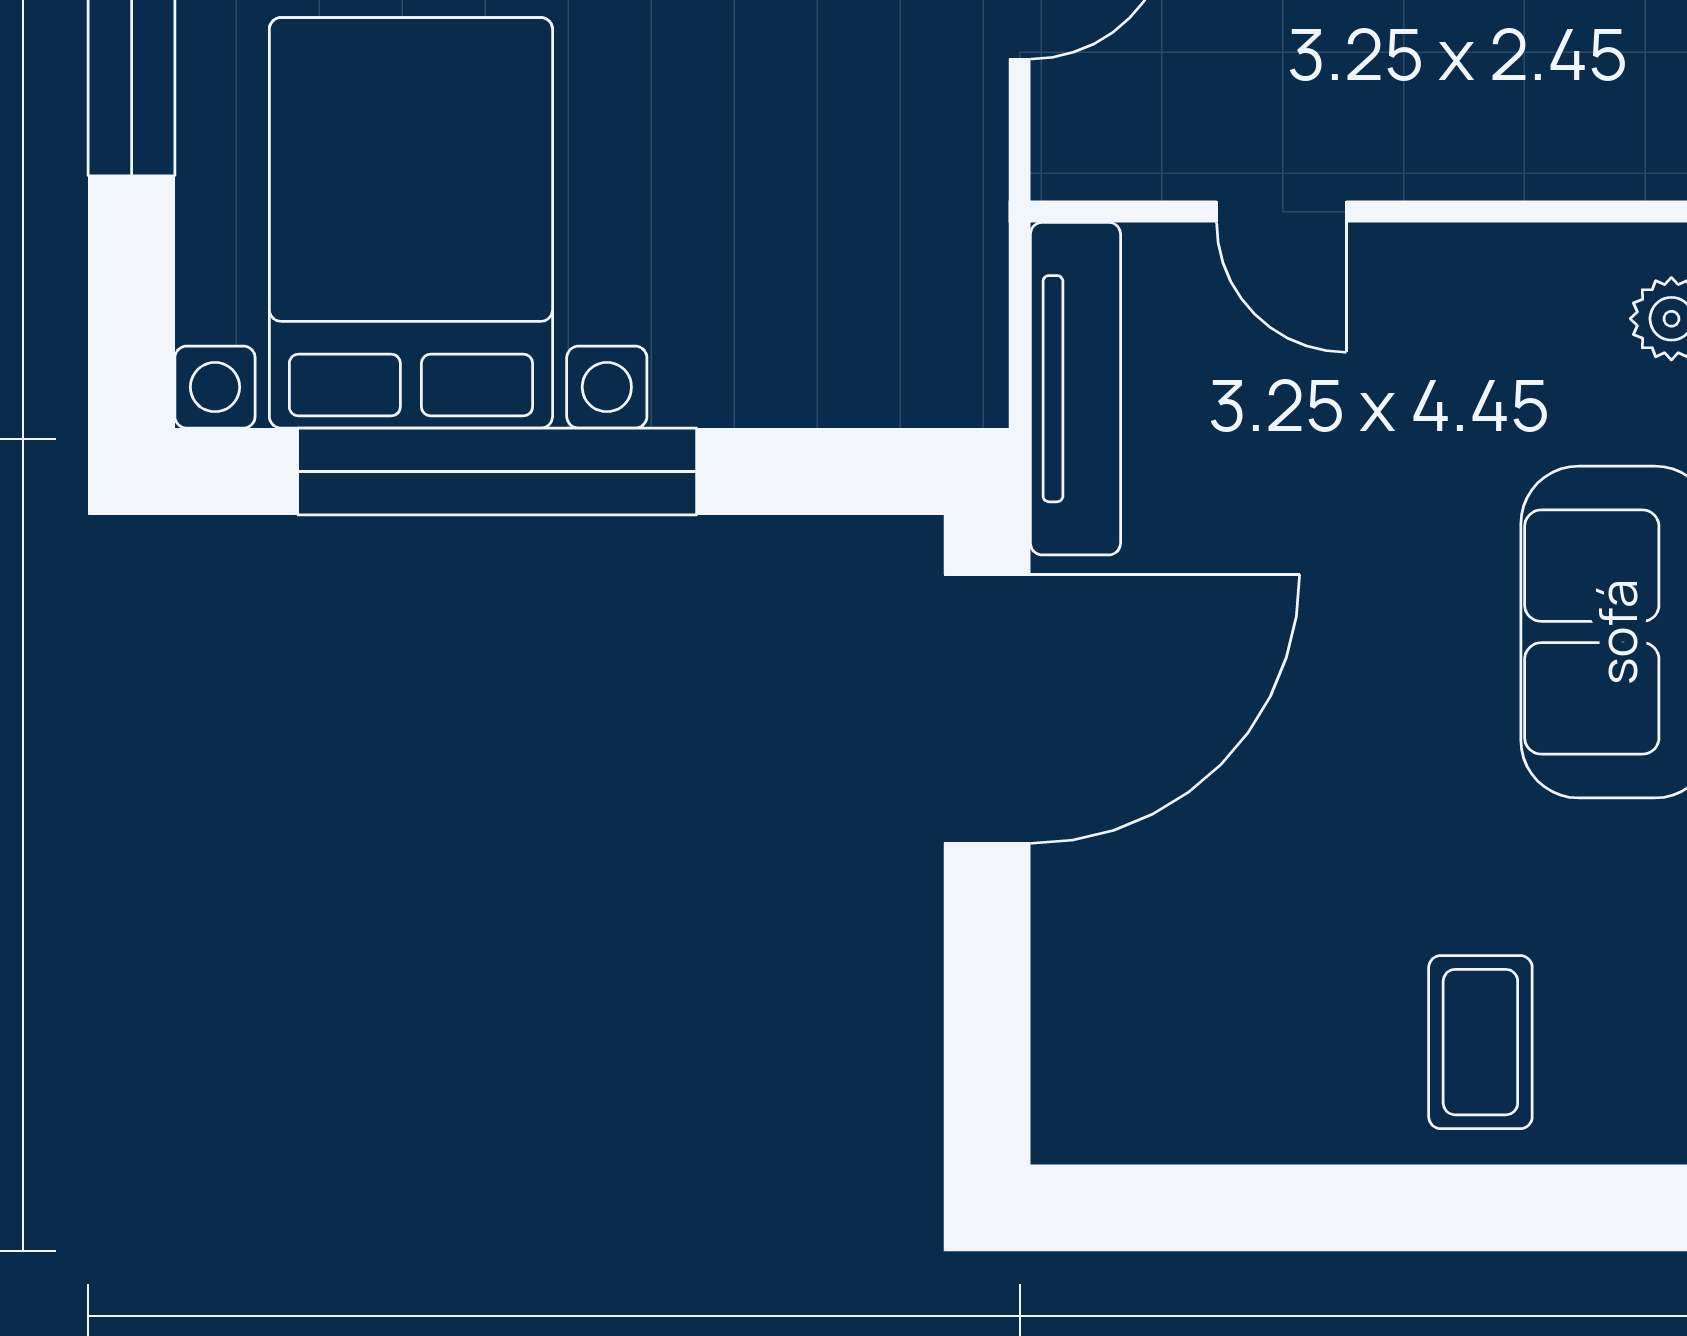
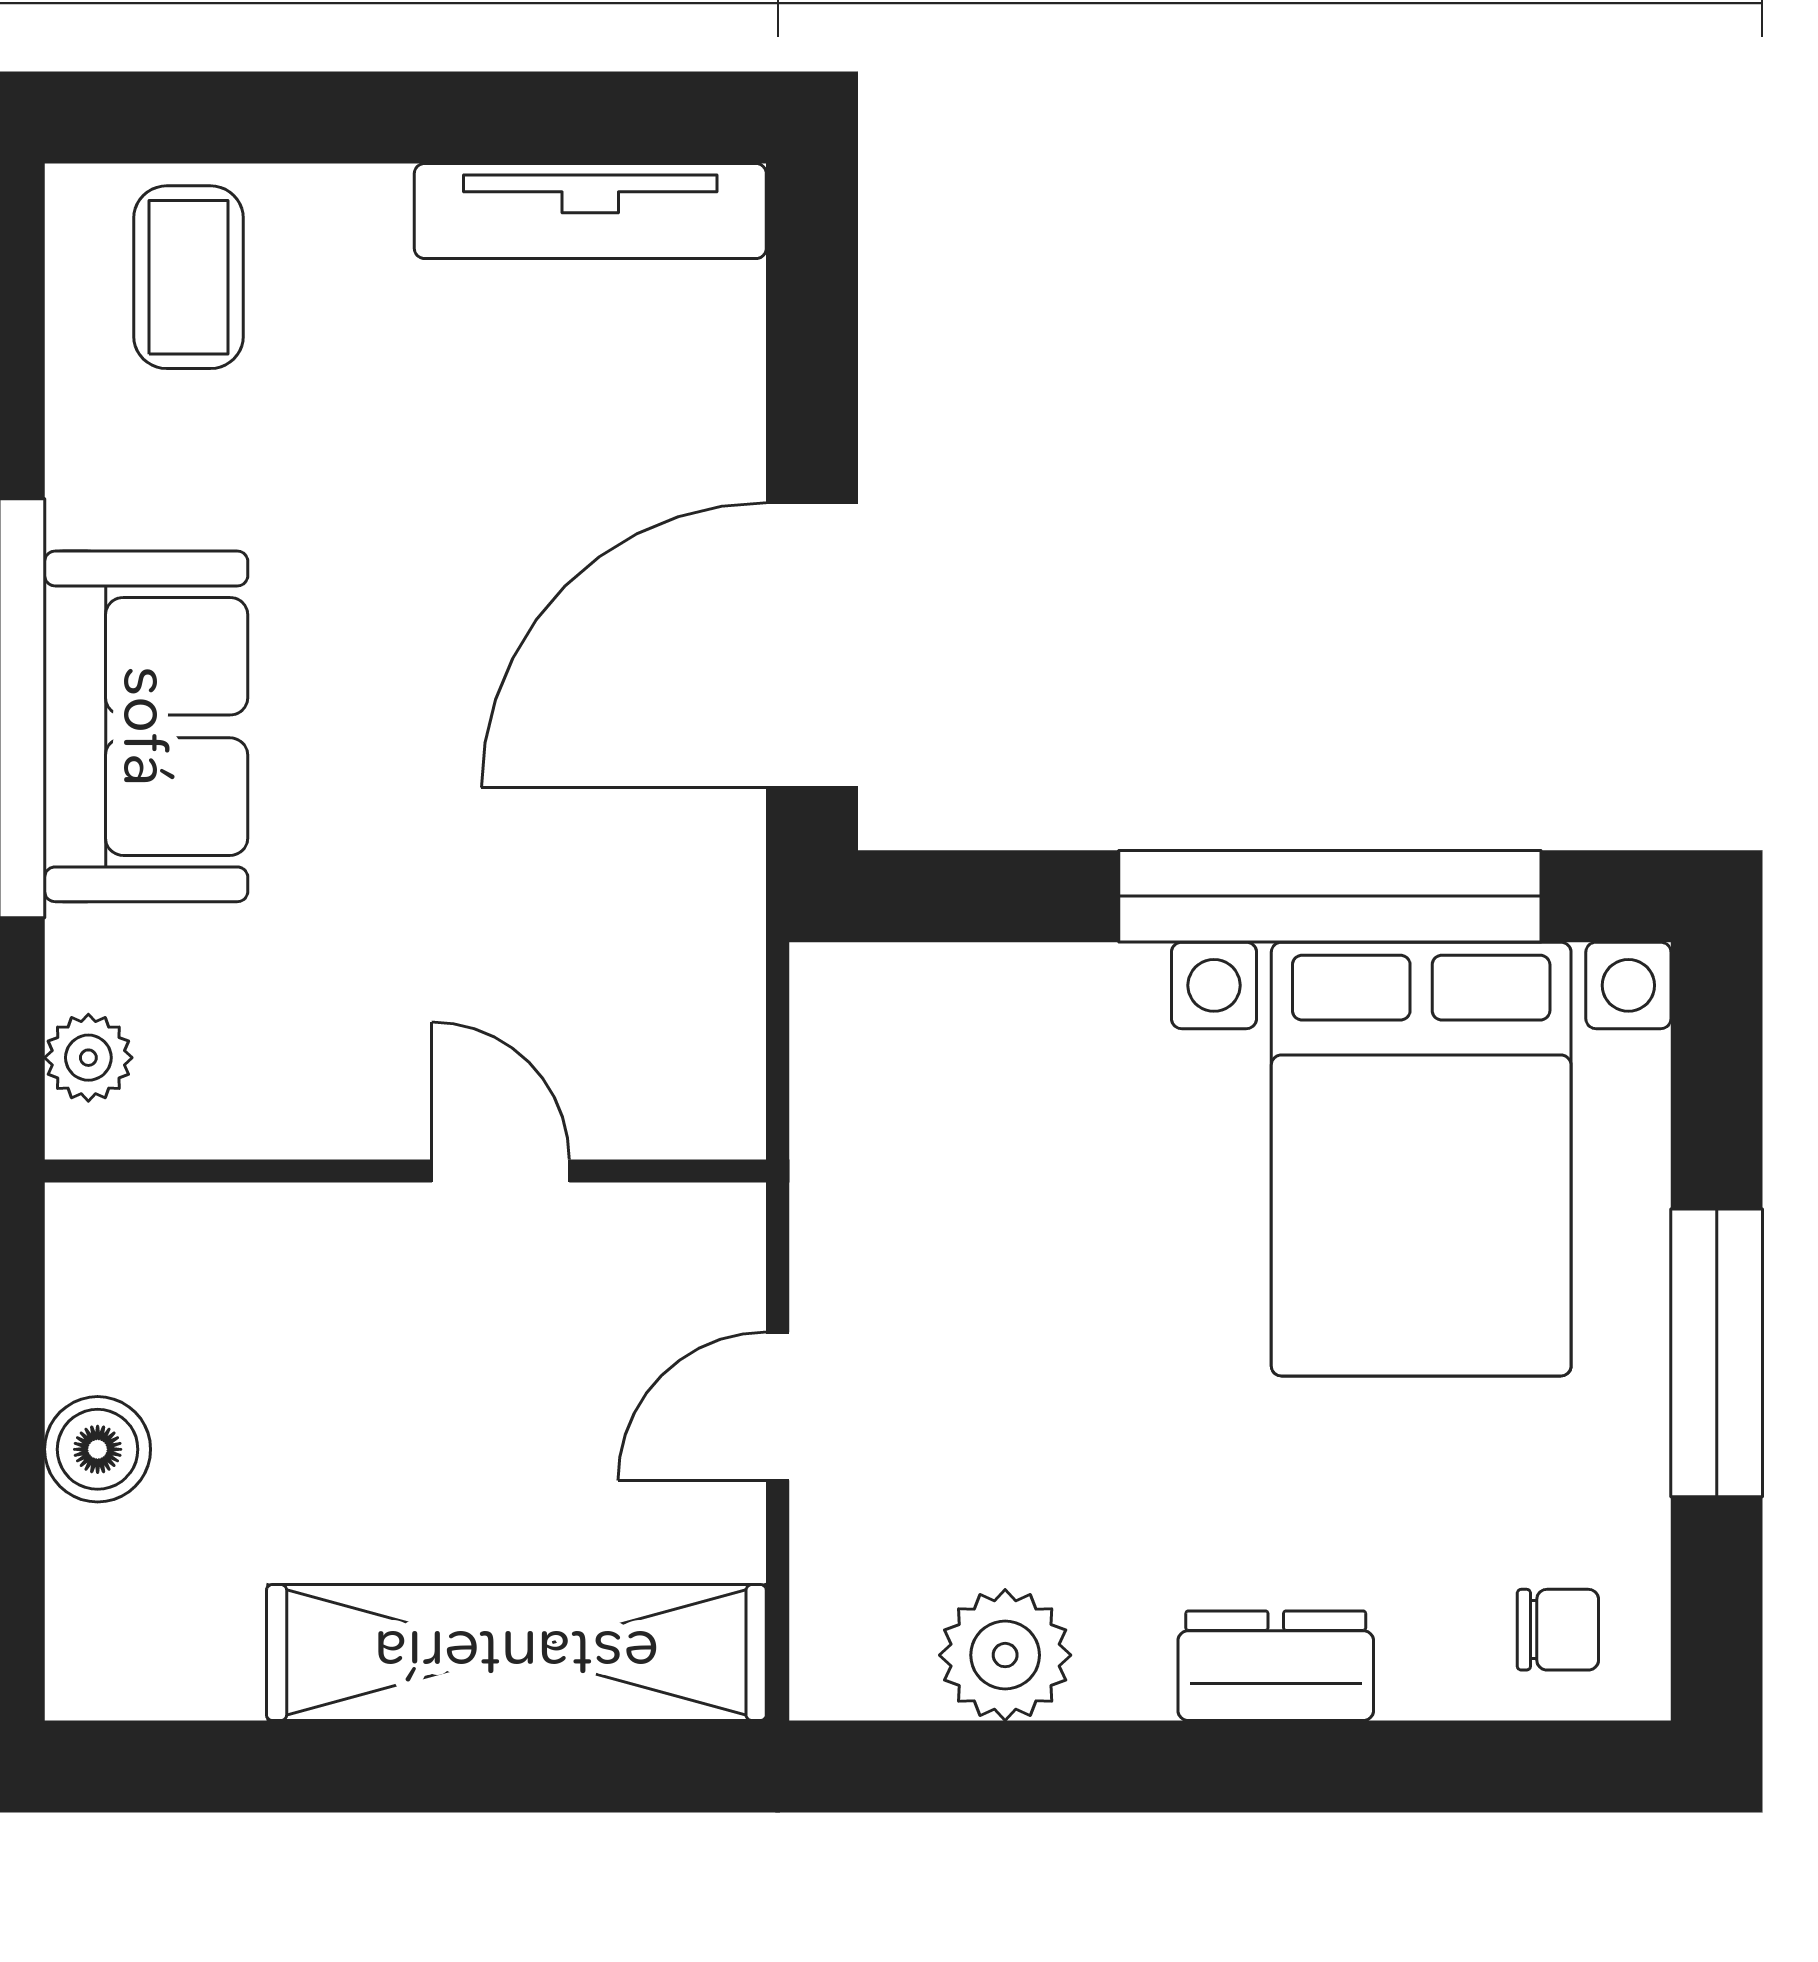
tv unit: (1075, 389) -> (590, 211), moved, turned -90
coffee table: (1480, 1042) -> (189, 277), moved

